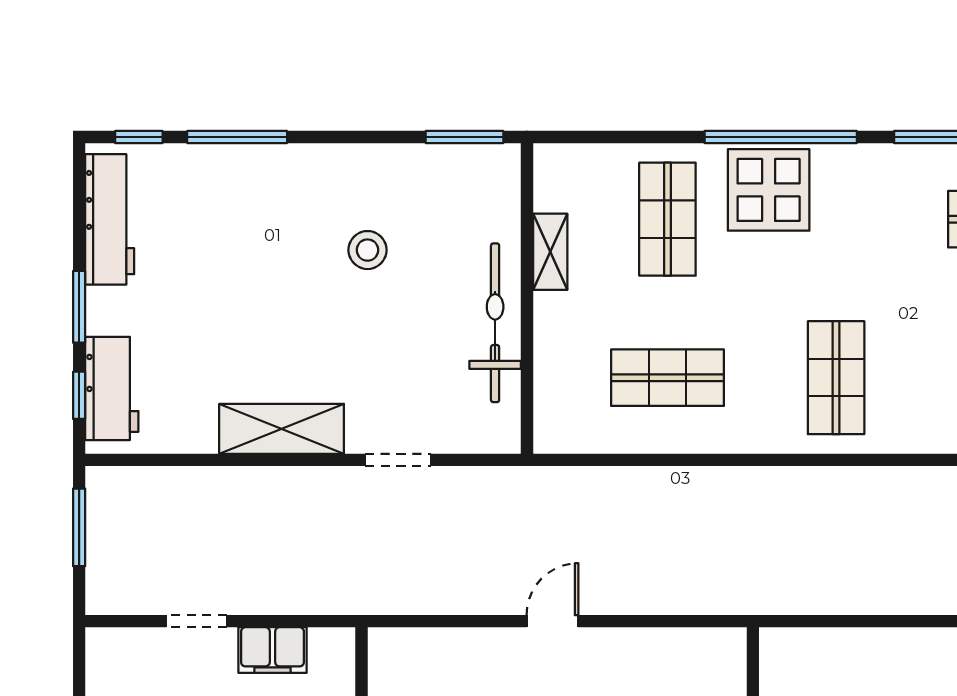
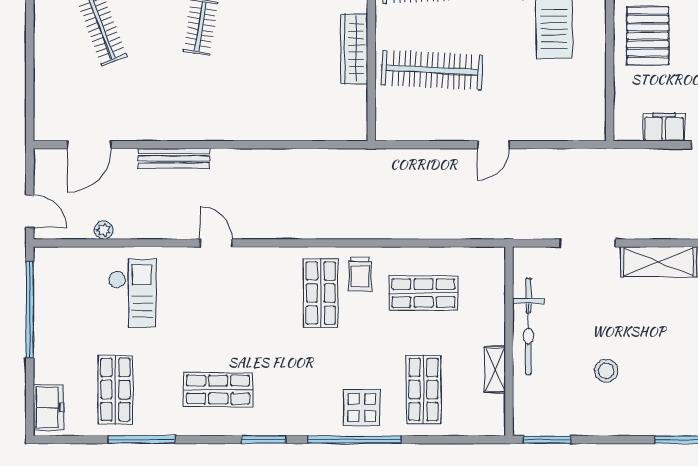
display table: (769, 190) -> (362, 407), width x0.73, depth x0.73
trolley: (772, 409) -> (360, 274), added
doorway: (398, 460) -> (588, 243), width x1.38

